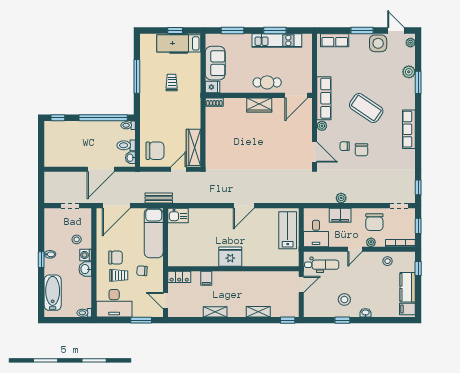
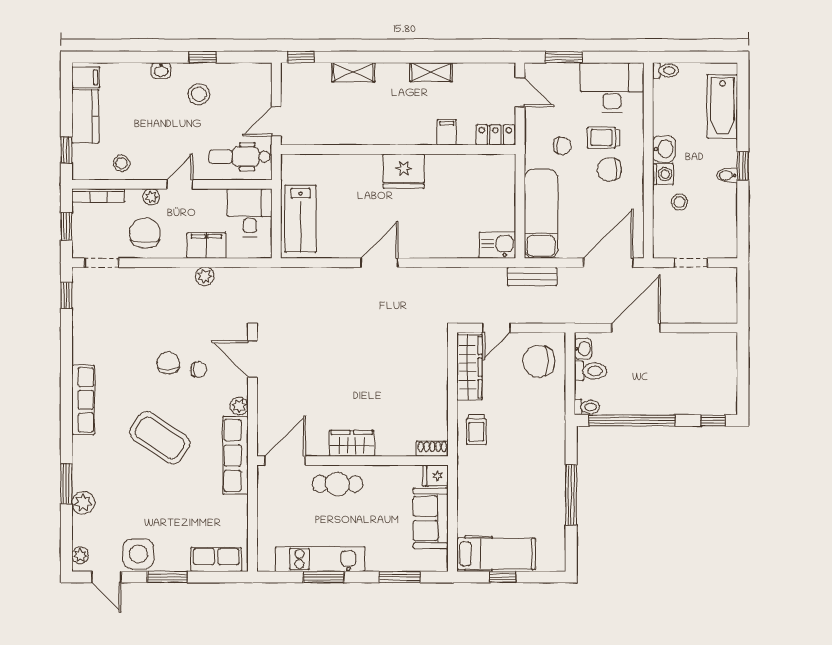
trolley: (172, 82) -> (476, 430), moved

